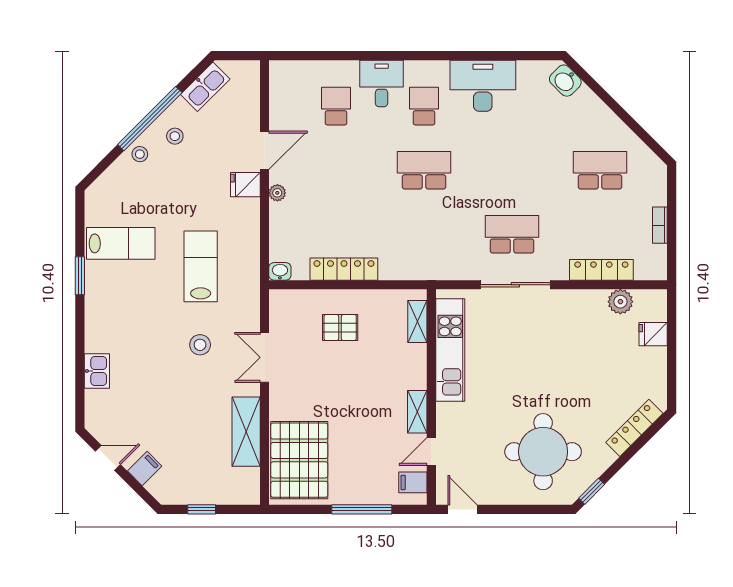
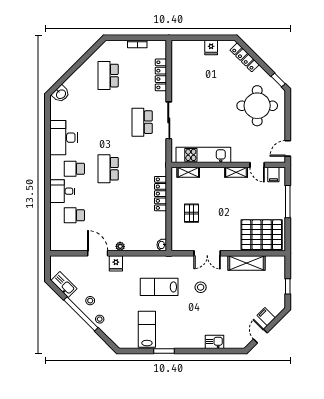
locker: (344, 269) -> (161, 194), moved
plant: (620, 302) -> (178, 65), removed
fridge: (653, 334) -> (211, 47), moved

